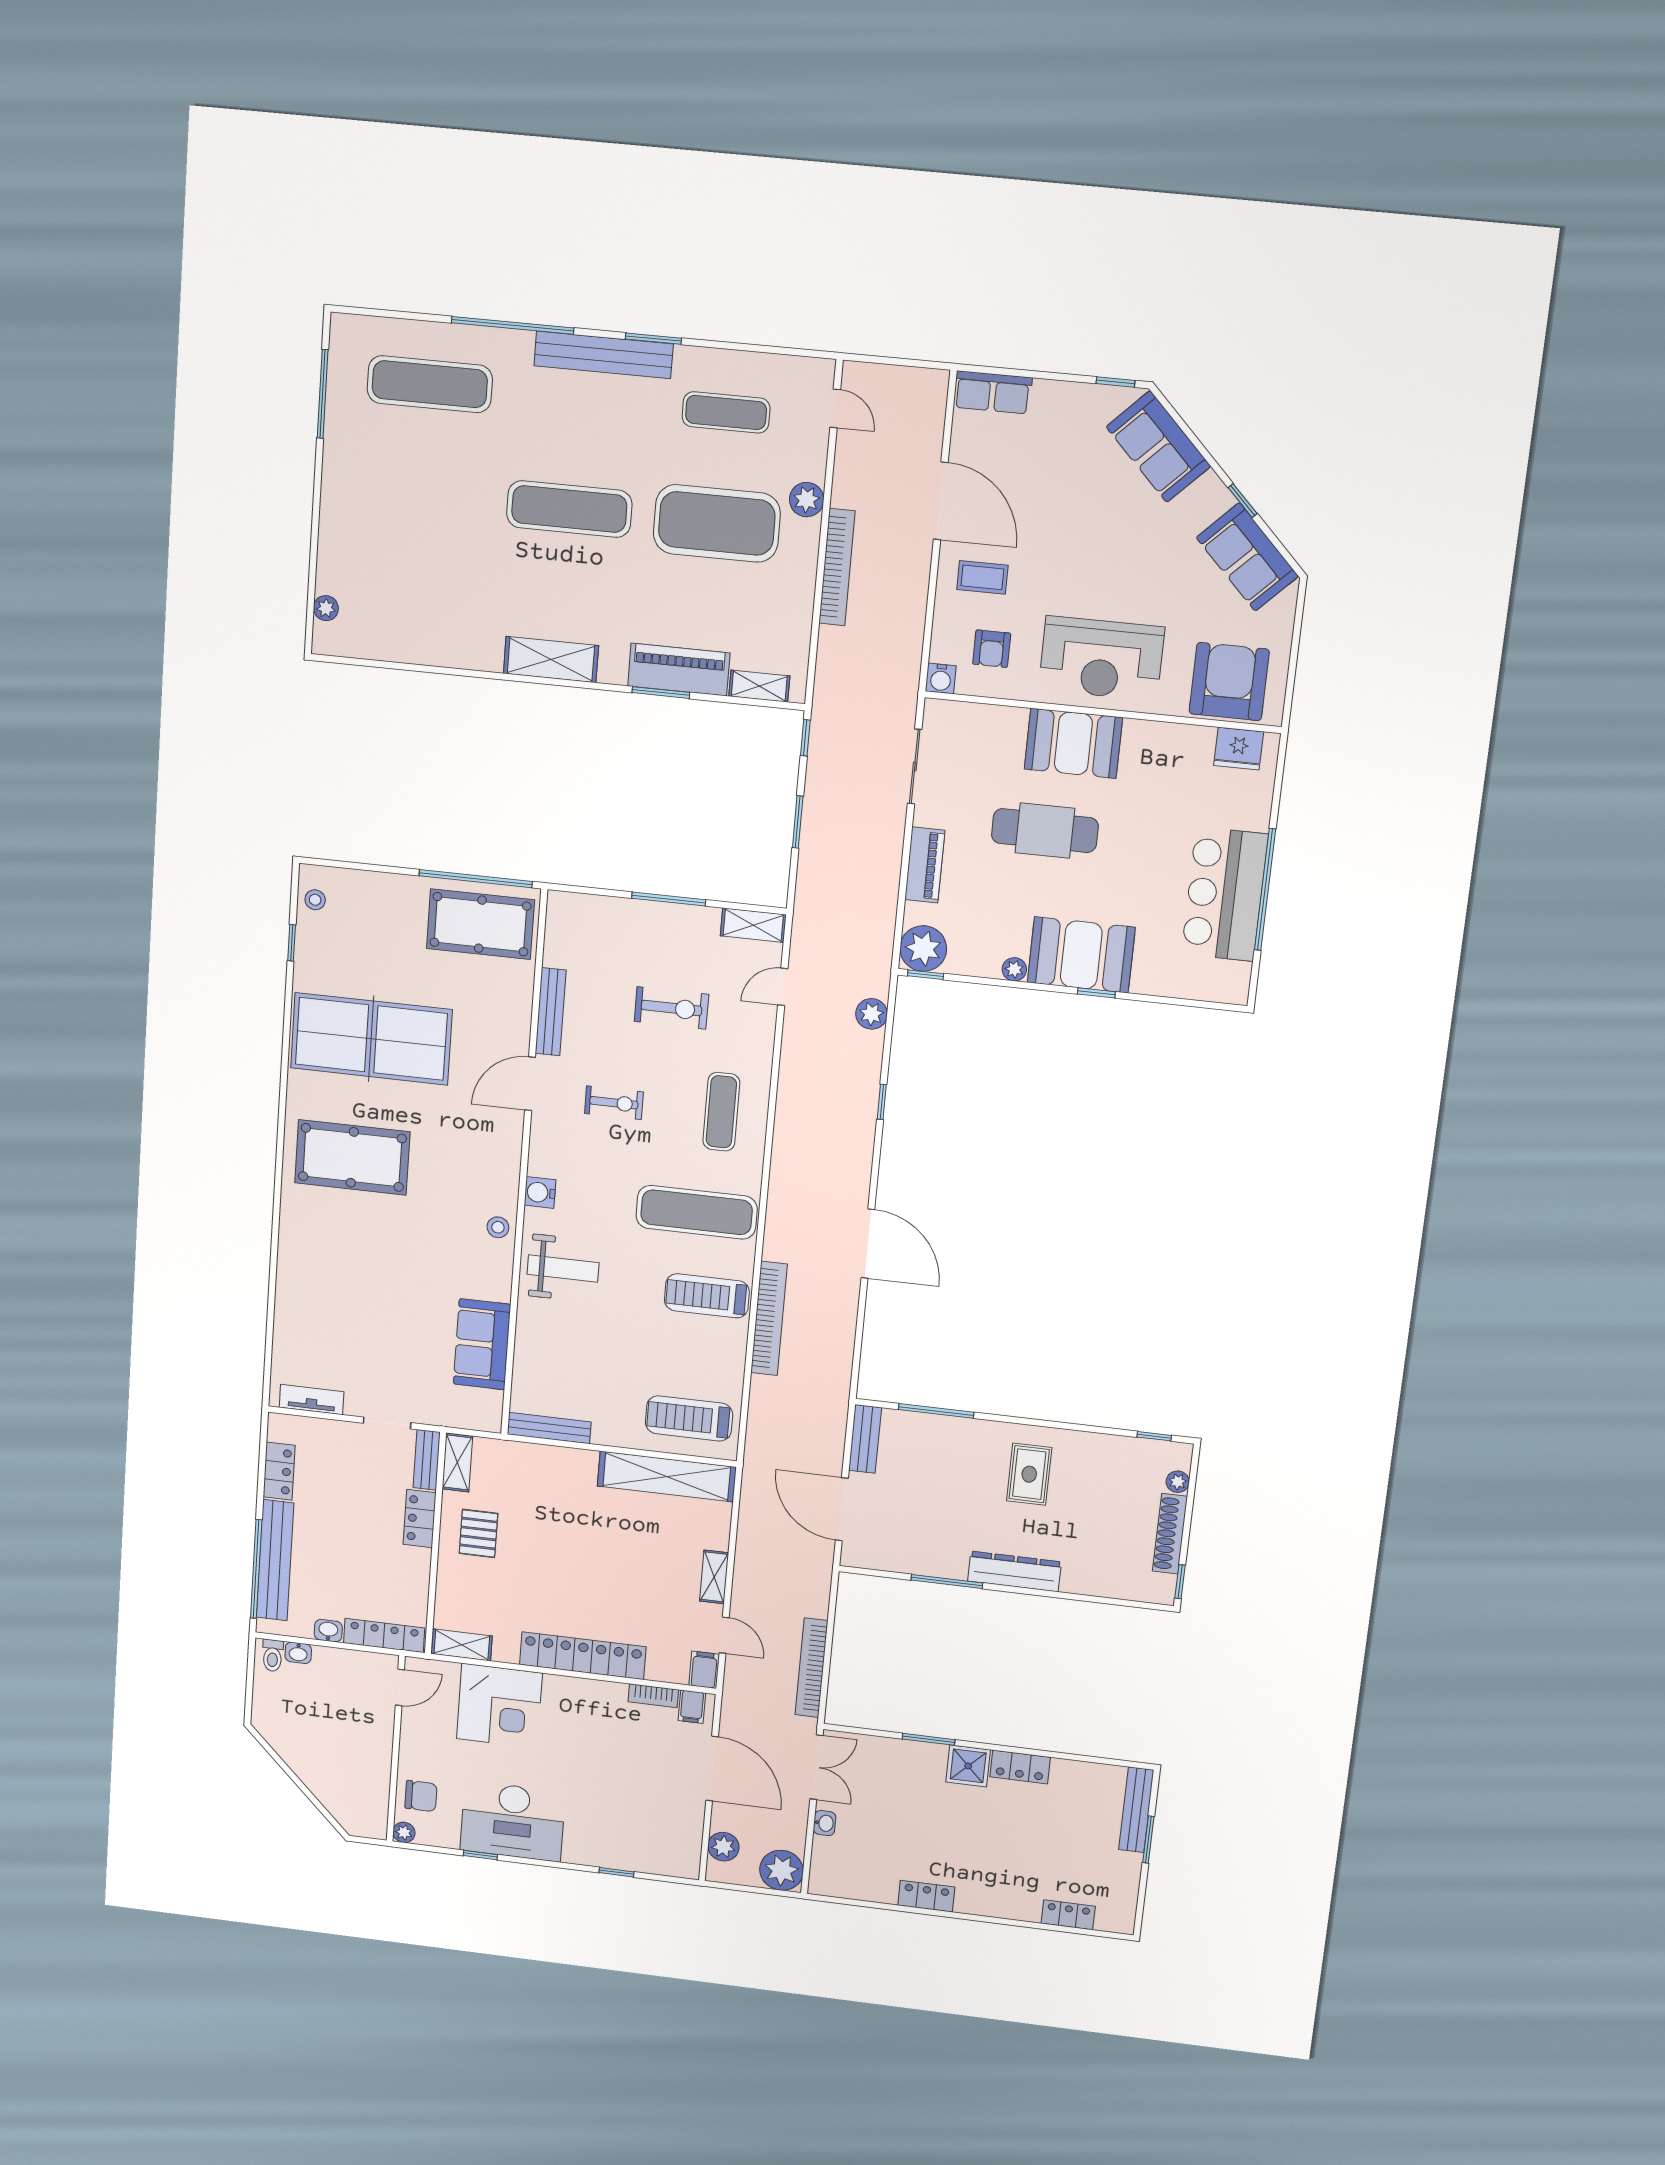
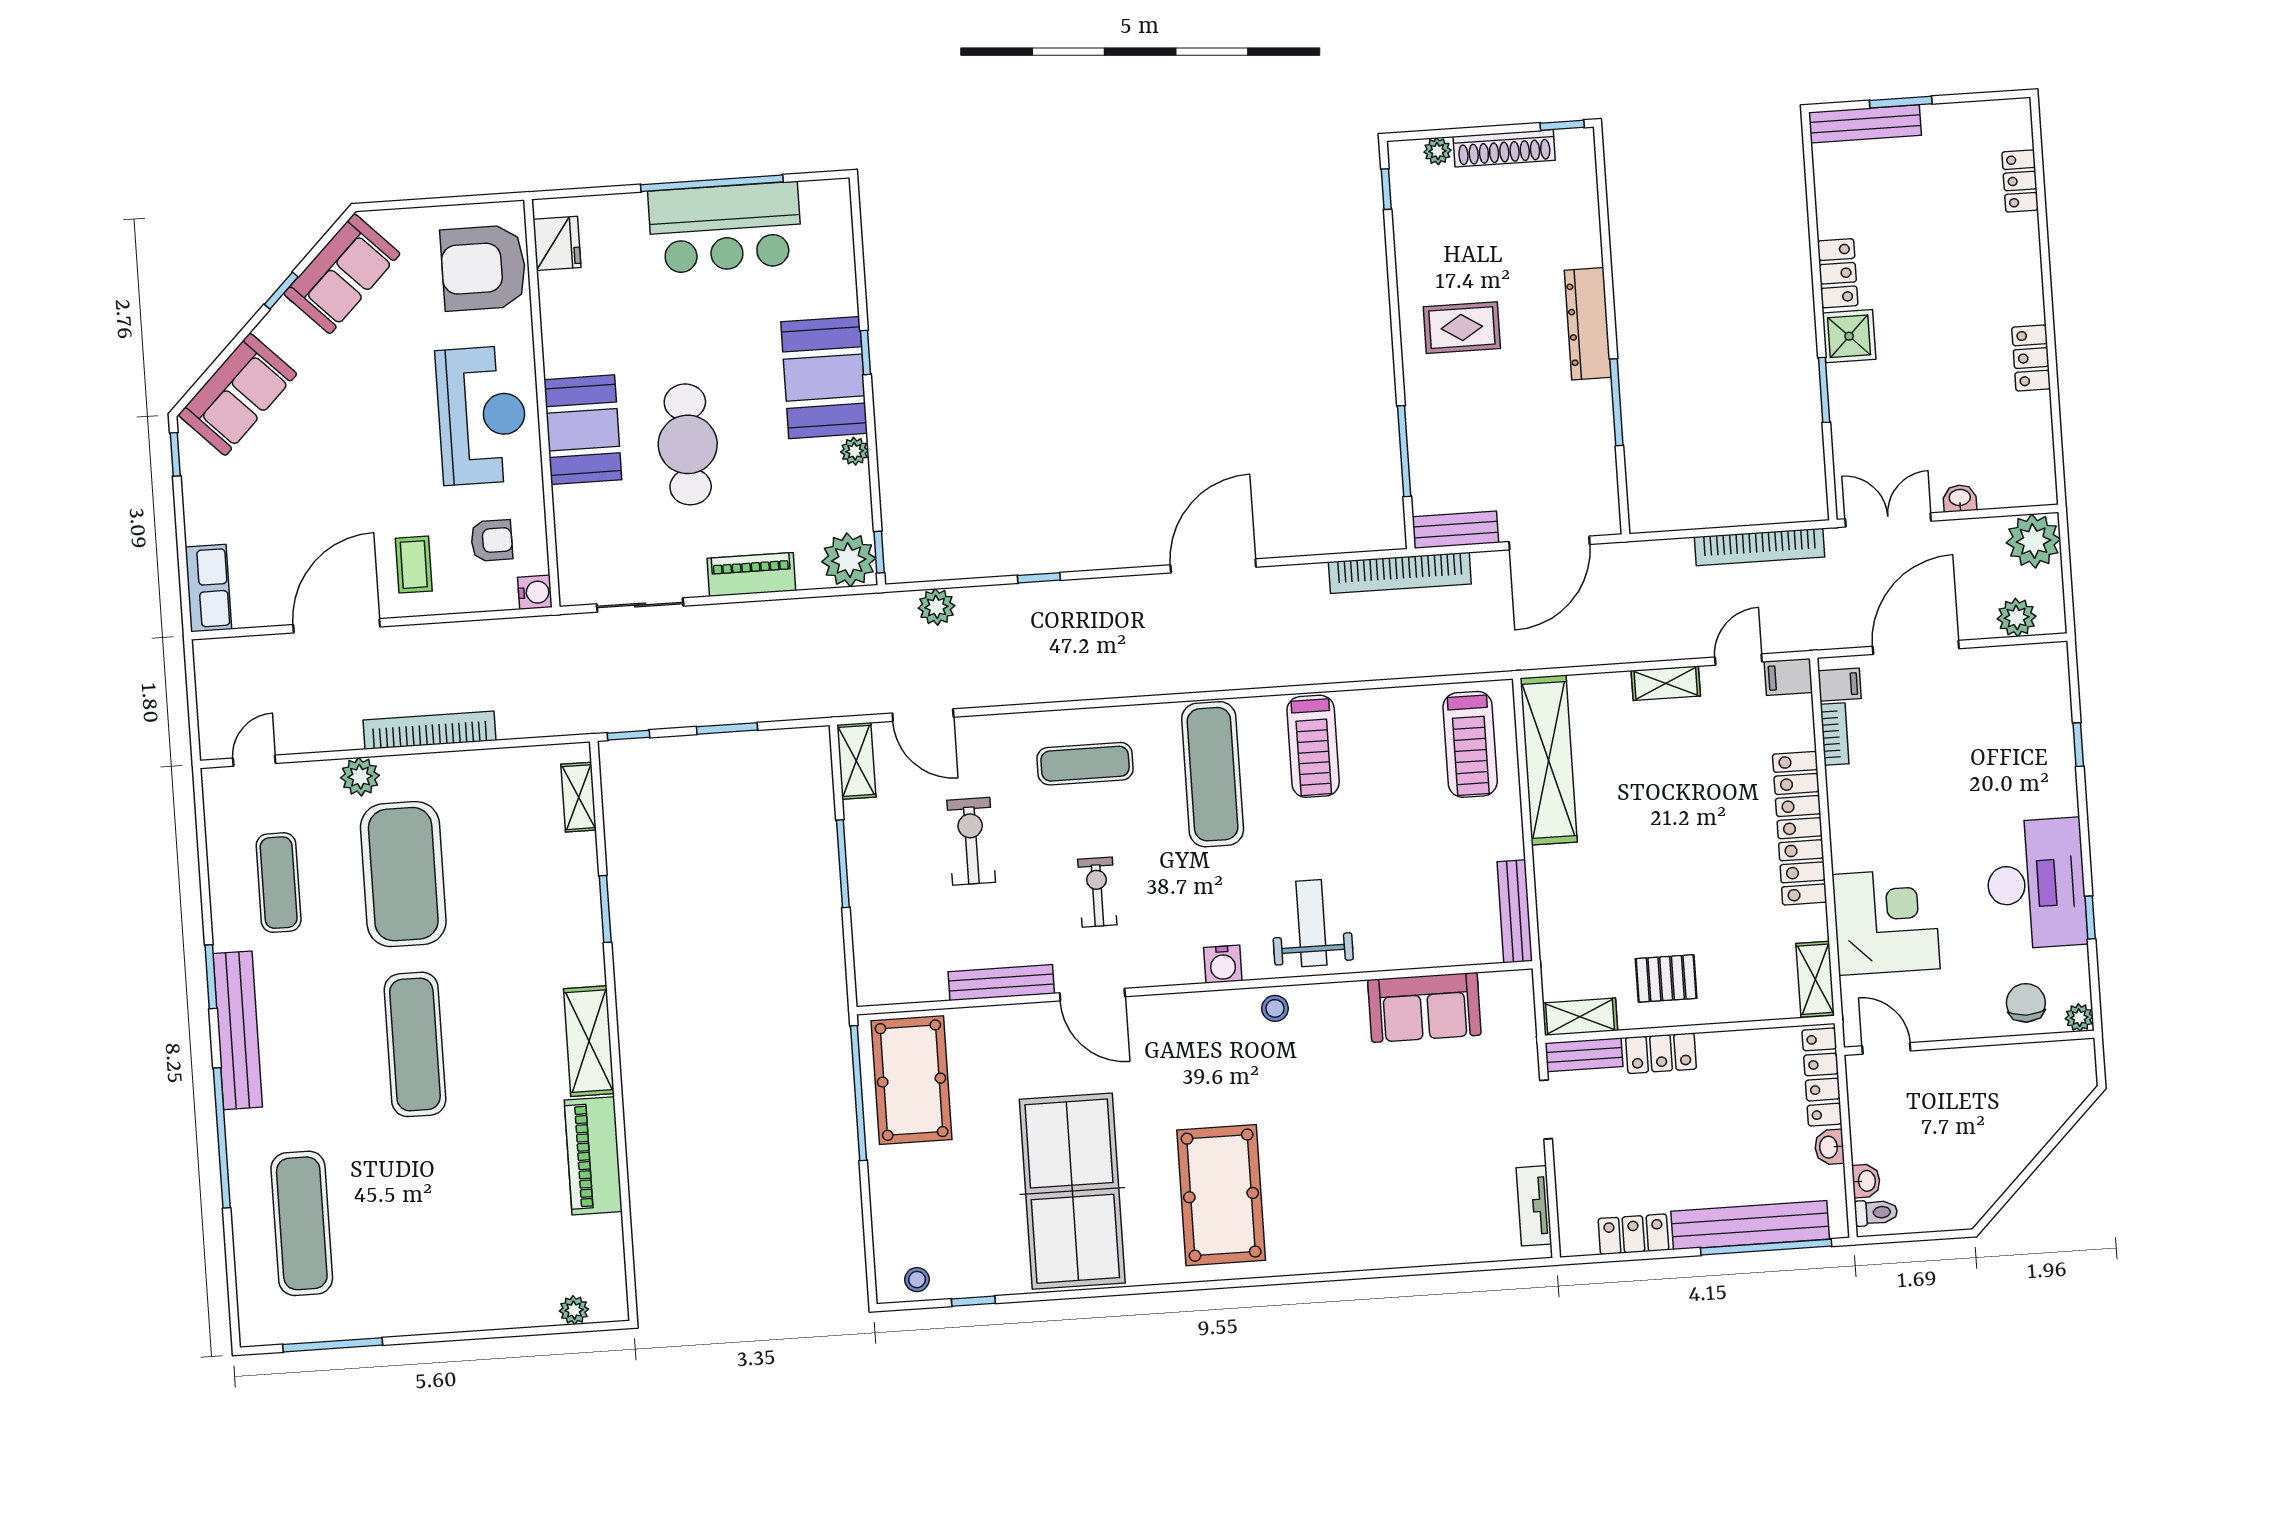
piano: (679, 669) -> (593, 1156), moved
door: (783, 987) -> (923, 715), width x1.38
bookcase: (769, 1318) -> (1400, 573), moved, turned 180

